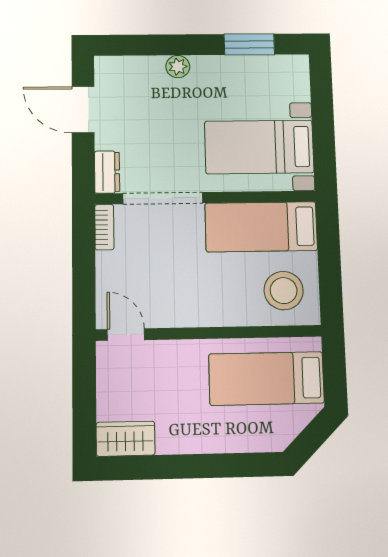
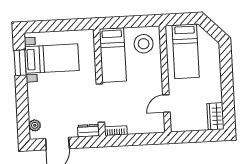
plant: (178, 67) -> (35, 125), moved
bed with nightstands: (259, 147) -> (52, 59), moved, turned -90
door: (126, 335) -> (166, 104), moved

